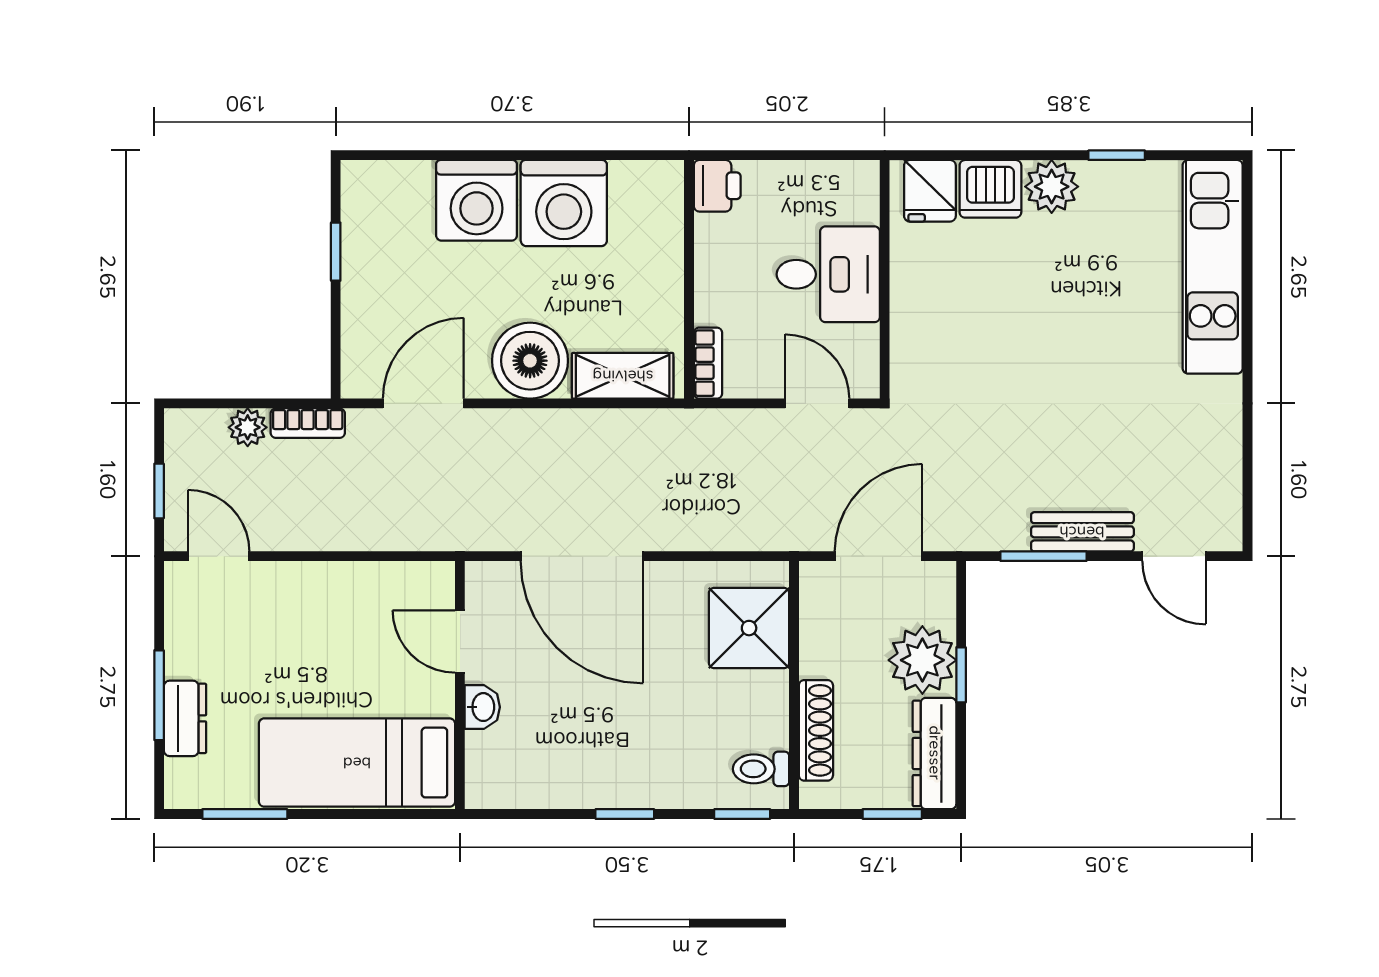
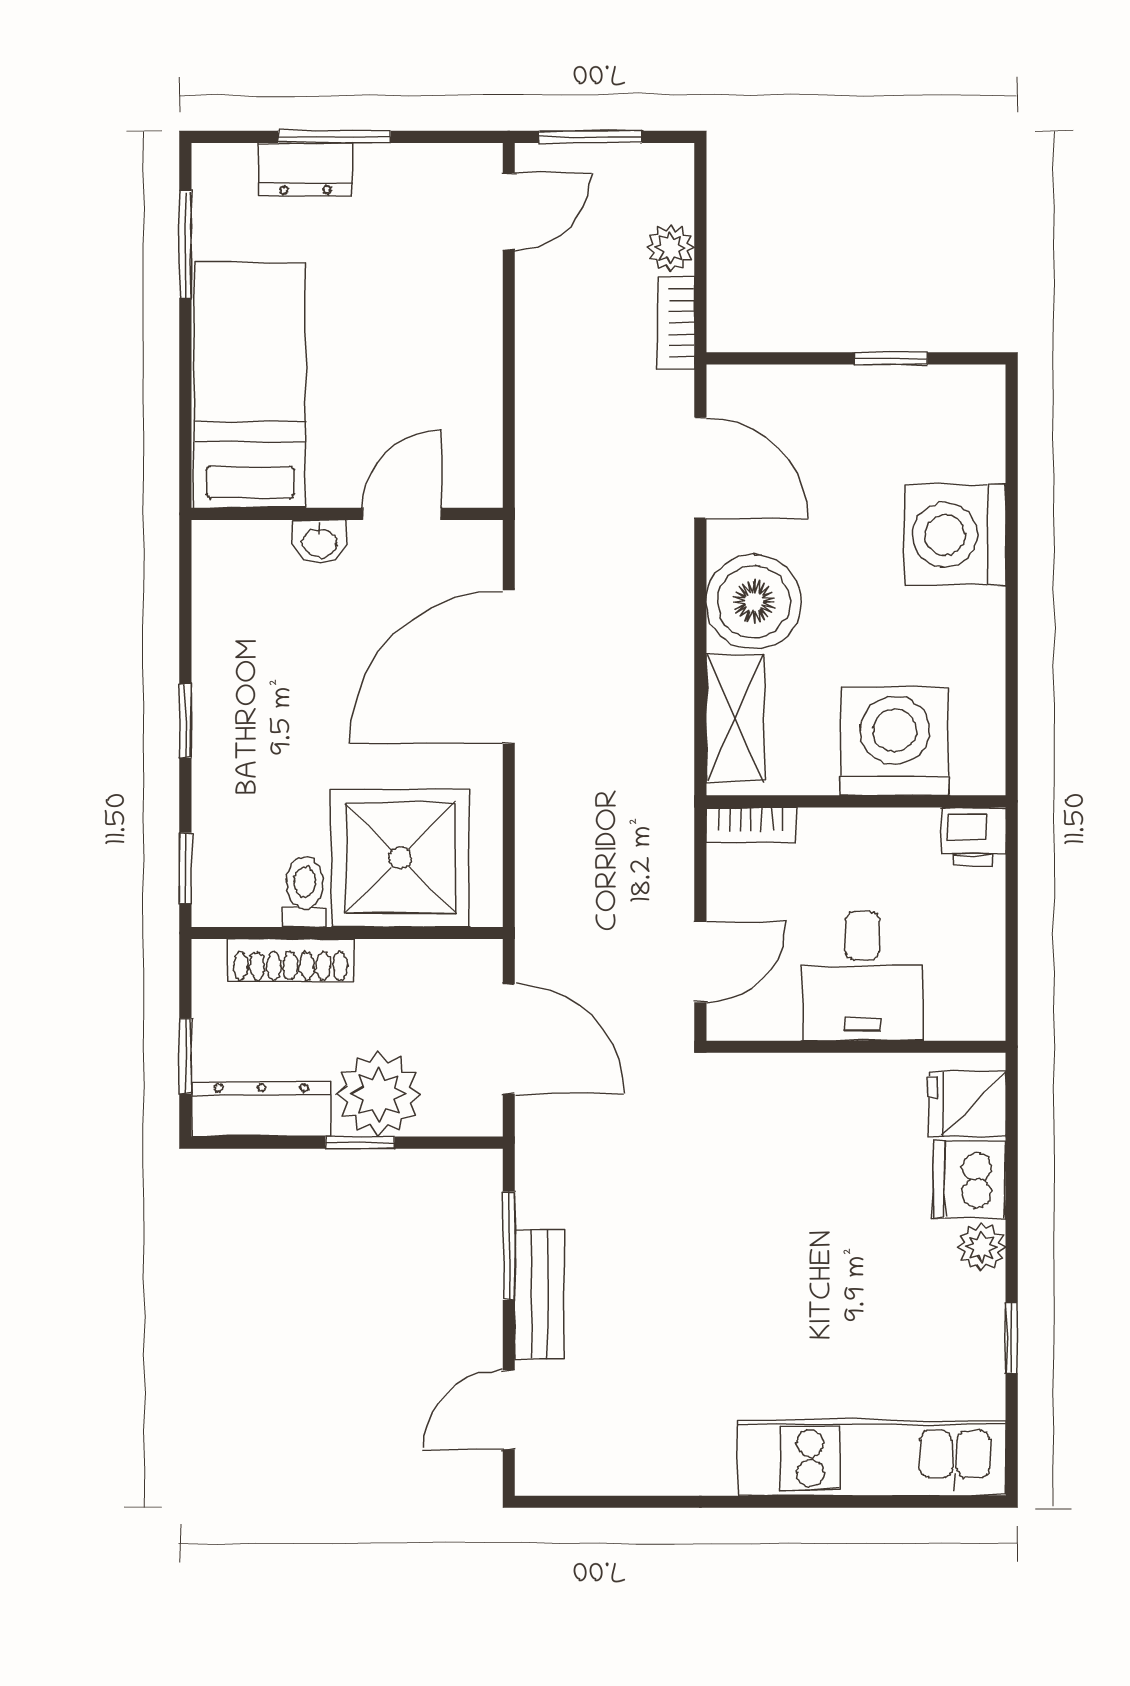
plant: (1052, 187) -> (981, 1247), width x0.73, depth x0.73
washing machine: (564, 203) -> (895, 741), moved, turned 90
window: (159, 491) -> (591, 137), width x1.50
shower: (749, 628) -> (400, 858), width x1.37, depth x1.37
toilet: (761, 769) -> (305, 892), moved

